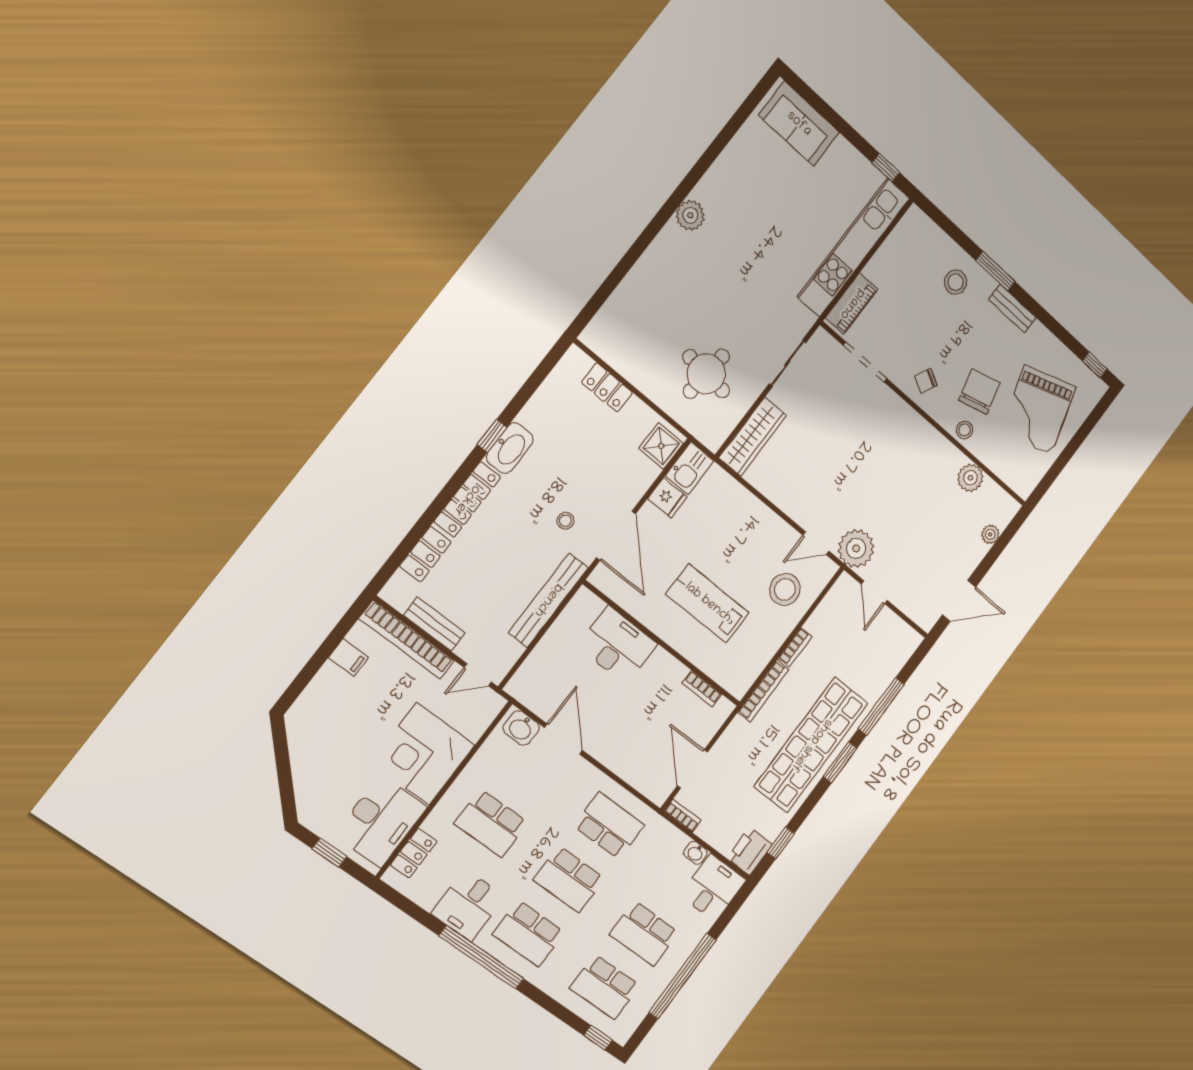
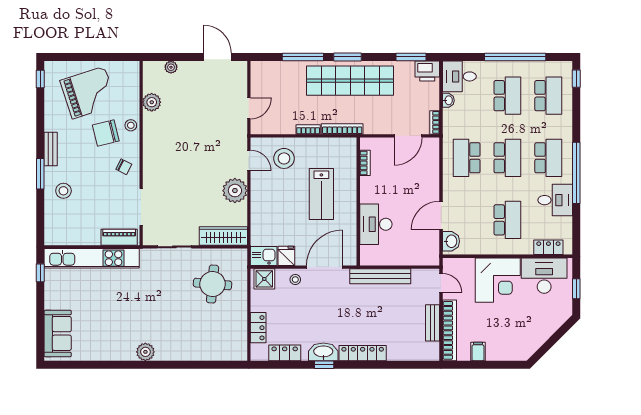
stool: (566, 521) -> (295, 280), moved
plant: (856, 548) -> (235, 191), moved
locker: (425, 554) -> (285, 353), moved
window: (781, 843) -> (411, 57), width x1.50

